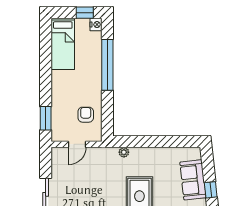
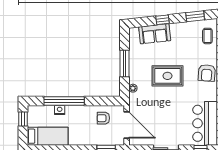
nightstand: (96, 25) -> (60, 110), moved
window: (155, 142) -> (124, 64), added
door: (77, 144) -> (127, 125), width x1.88

